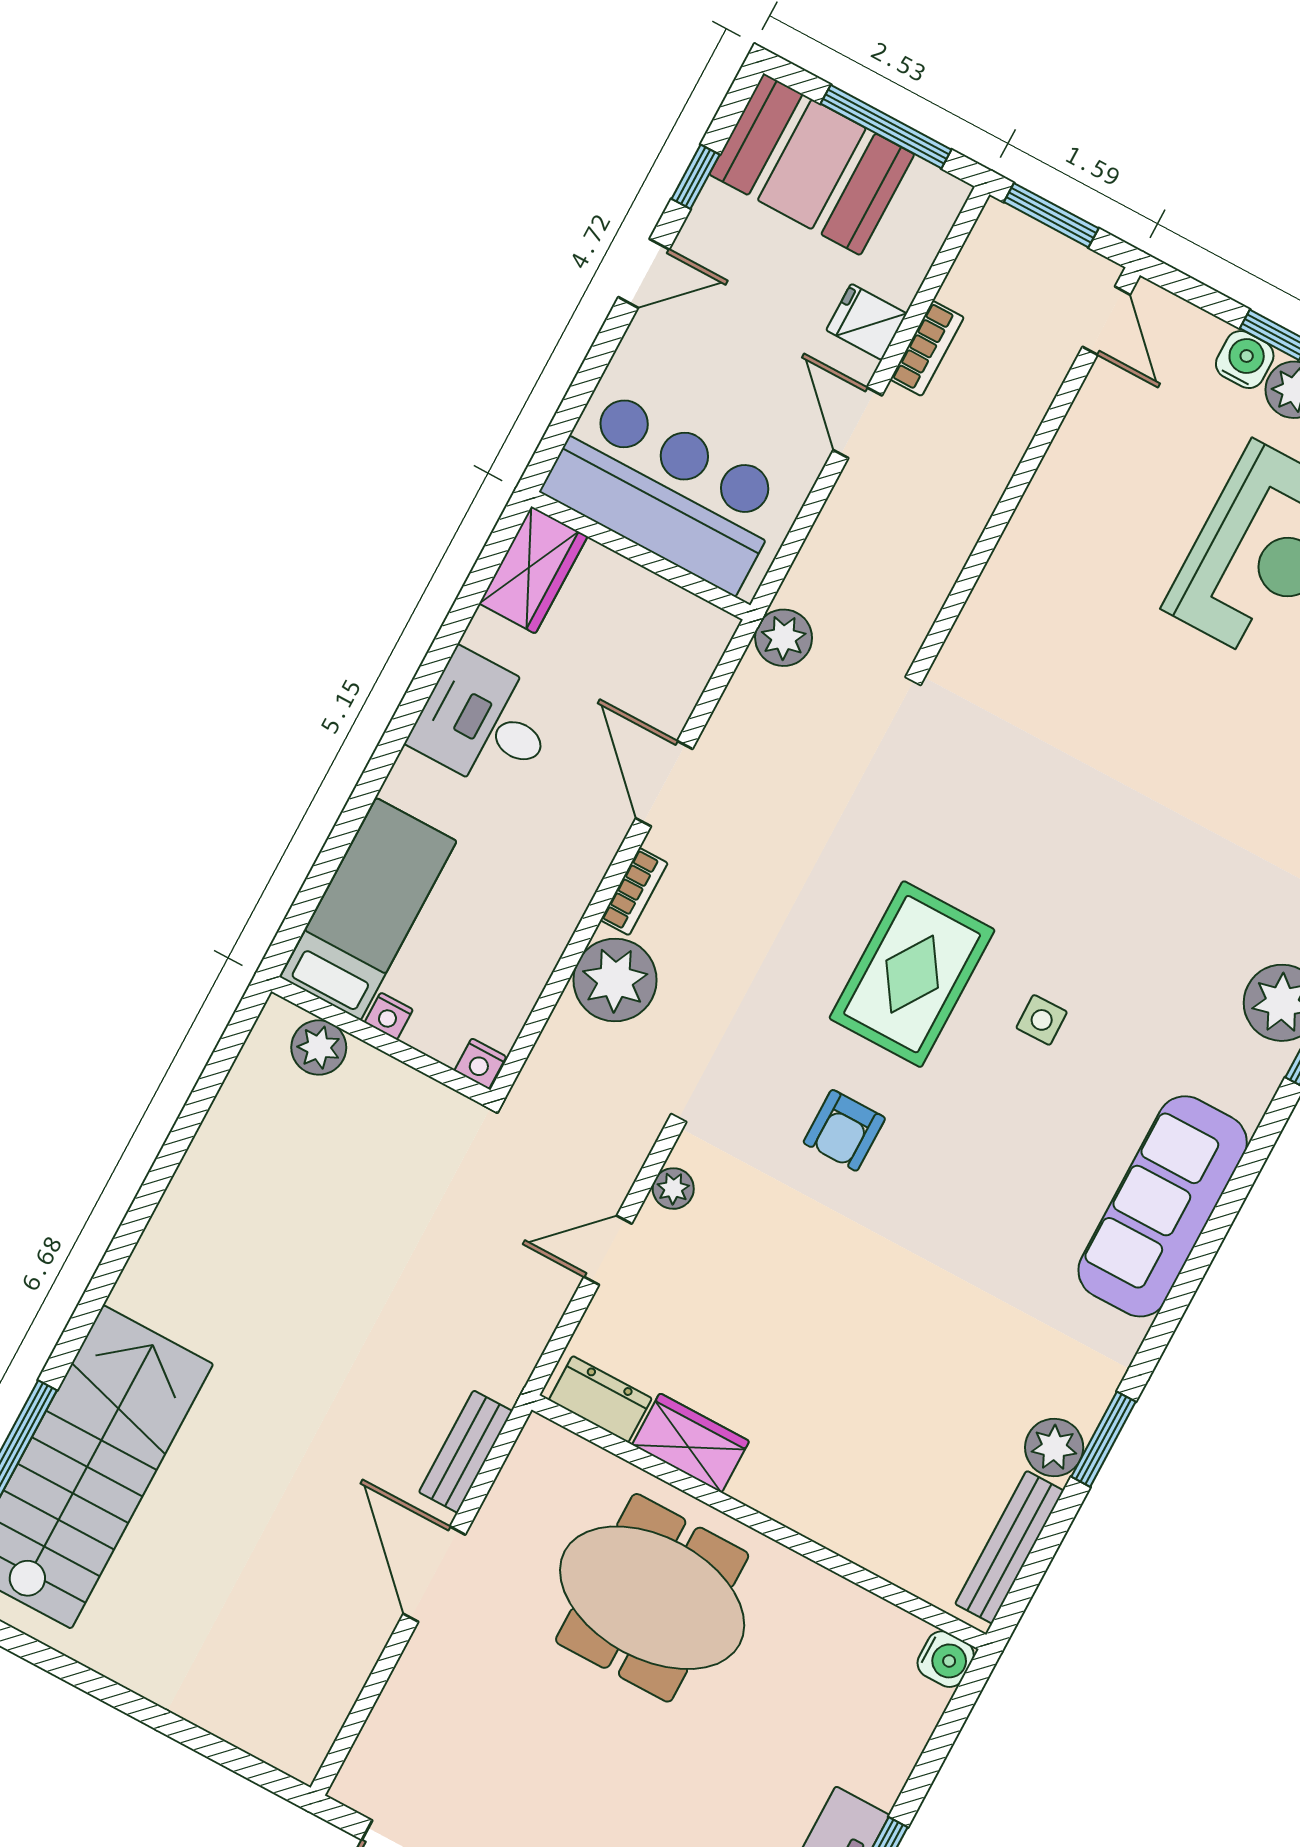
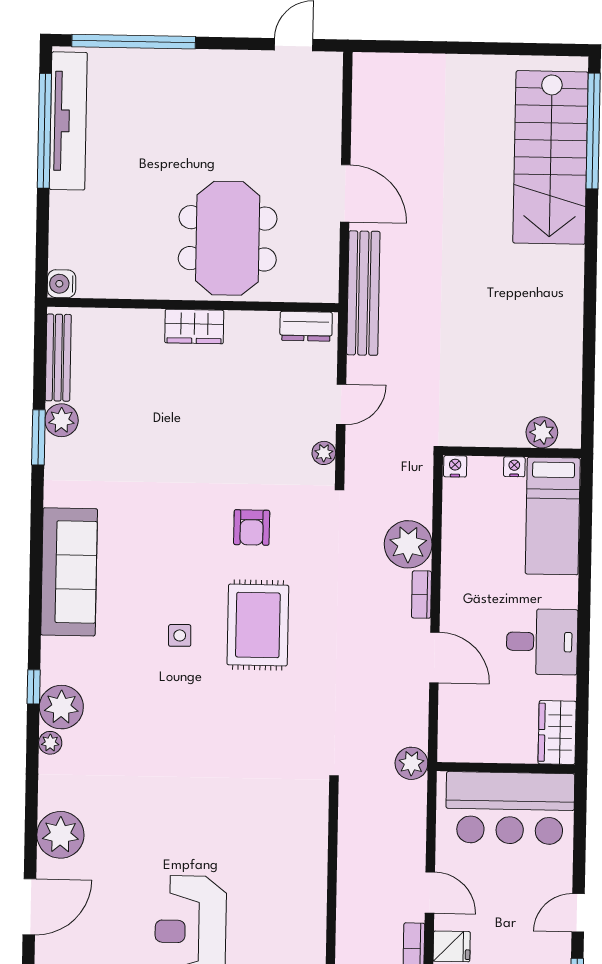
armchair: (844, 1130) -> (252, 527), turned 180
wardrobe: (691, 1443) -> (194, 327), moved
bench: (466, 1452) -> (363, 293), width x1.86, depth x1.21
meeting table: (652, 1598) -> (228, 238), turned 90

